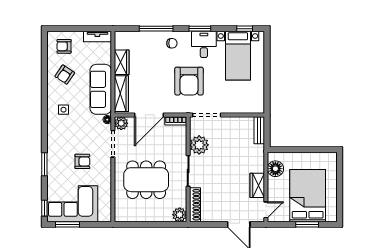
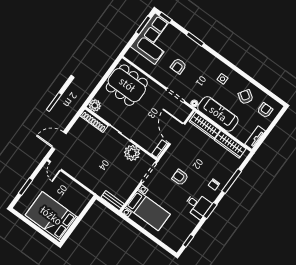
bed with nightstands: (238, 56) -> (148, 210), moved, turned 180
wardrobe: (122, 62) -> (230, 144), width x1.50
armchair: (189, 81) -> (180, 177), width x0.53, depth x0.53
plant: (121, 123) -> (185, 111), removed
floor lamp: (275, 169) -> (79, 193), removed
dining table: (146, 180) -> (127, 85), moved, turned 90
wardrobe: (257, 185) -> (76, 172), removed
bed: (308, 196) -> (51, 216), moved, turned 180

